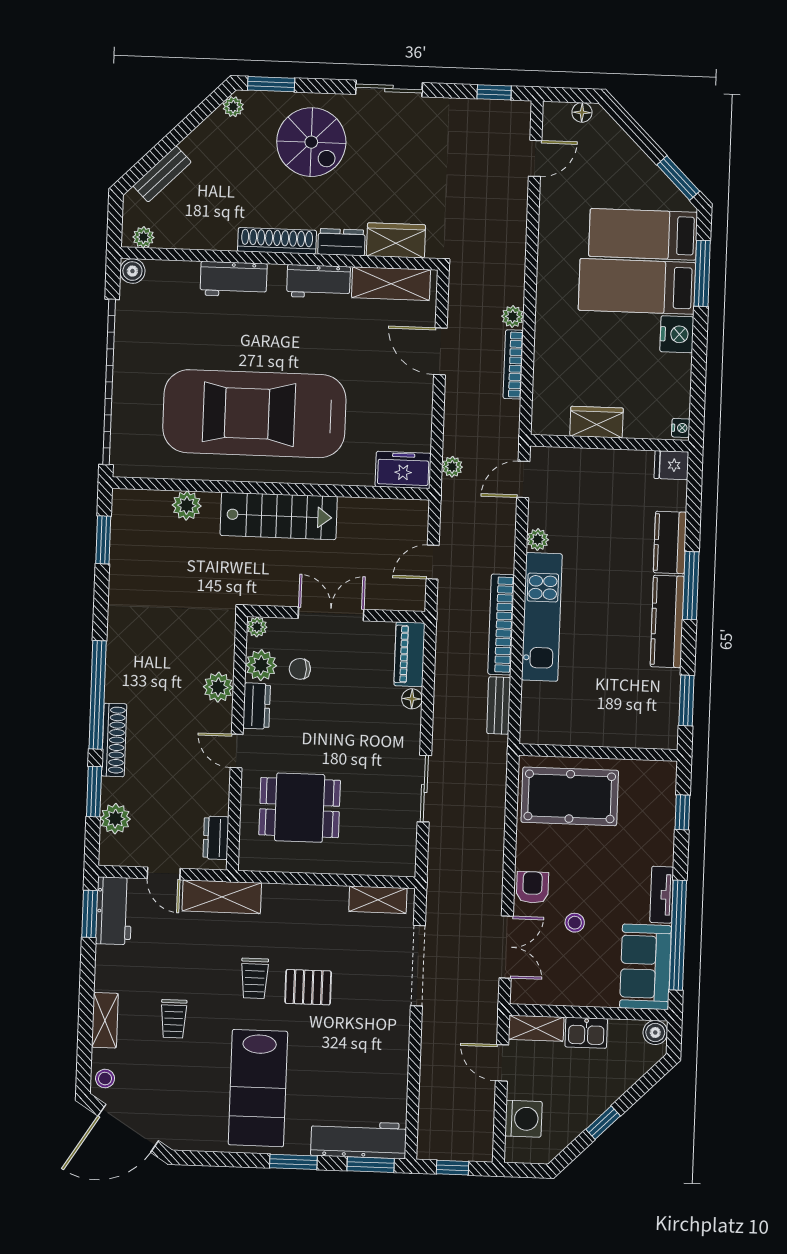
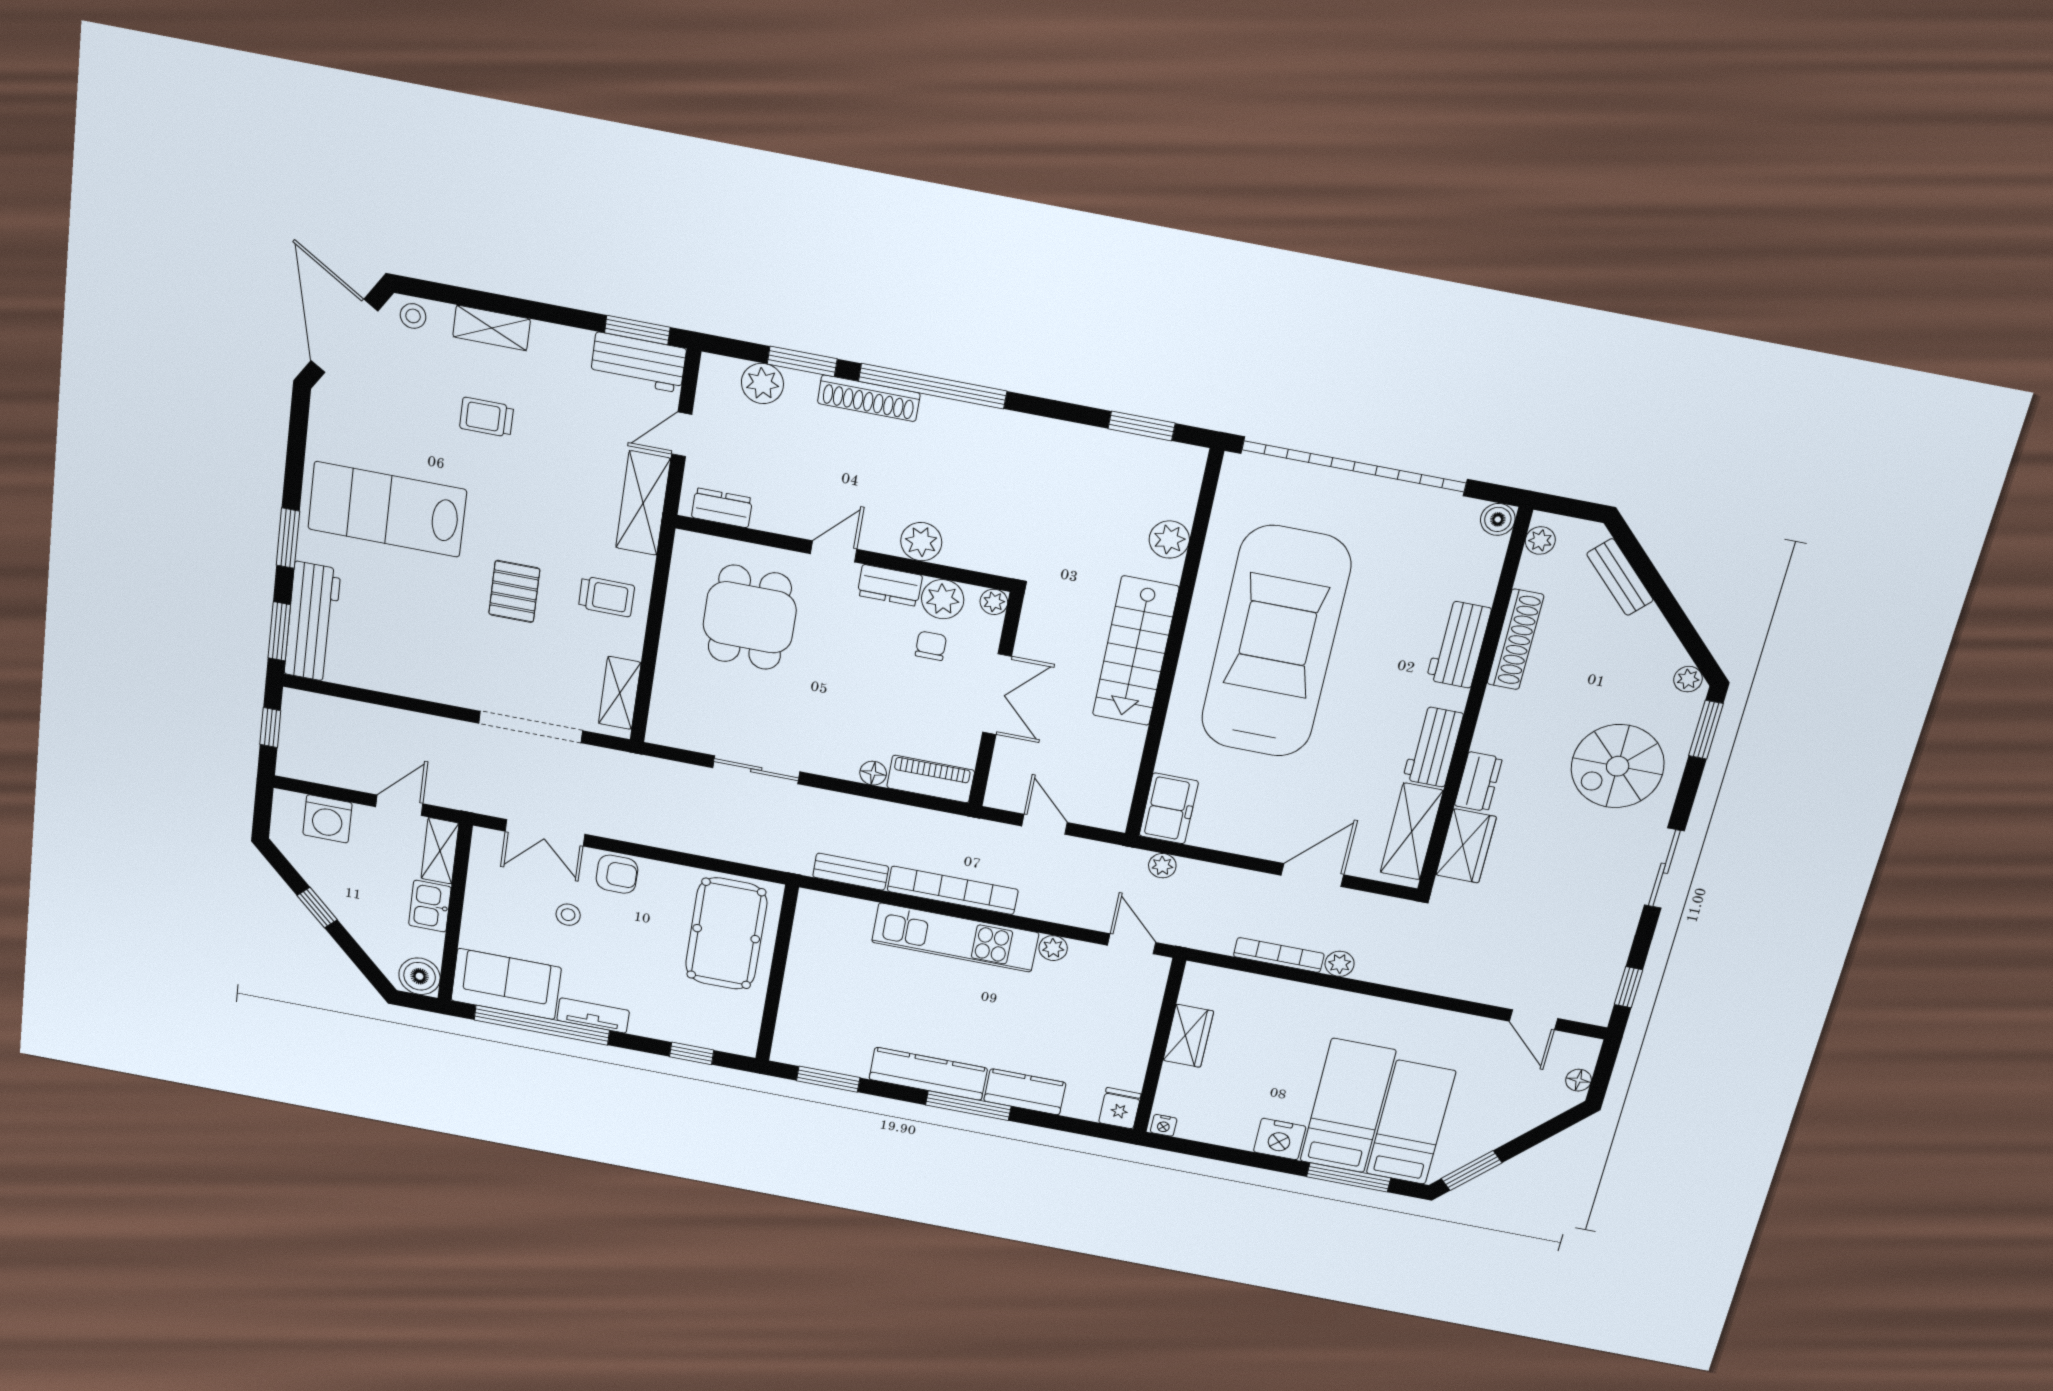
shoe rack: (277, 241) -> (1515, 639), moved
trolley: (255, 978) -> (606, 597), moved, turned 180
boiler: (655, 1033) -> (420, 976), width x1.36, depth x1.36

